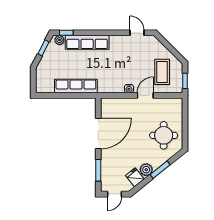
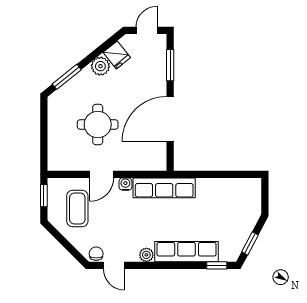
plant: (59, 40) -> (146, 255), moved
chair: (149, 41) -> (96, 254), added
row of seats: (76, 86) -> (164, 188), moved
round table: (164, 135) -> (98, 124), moved
window: (160, 170) -> (67, 77), moved

